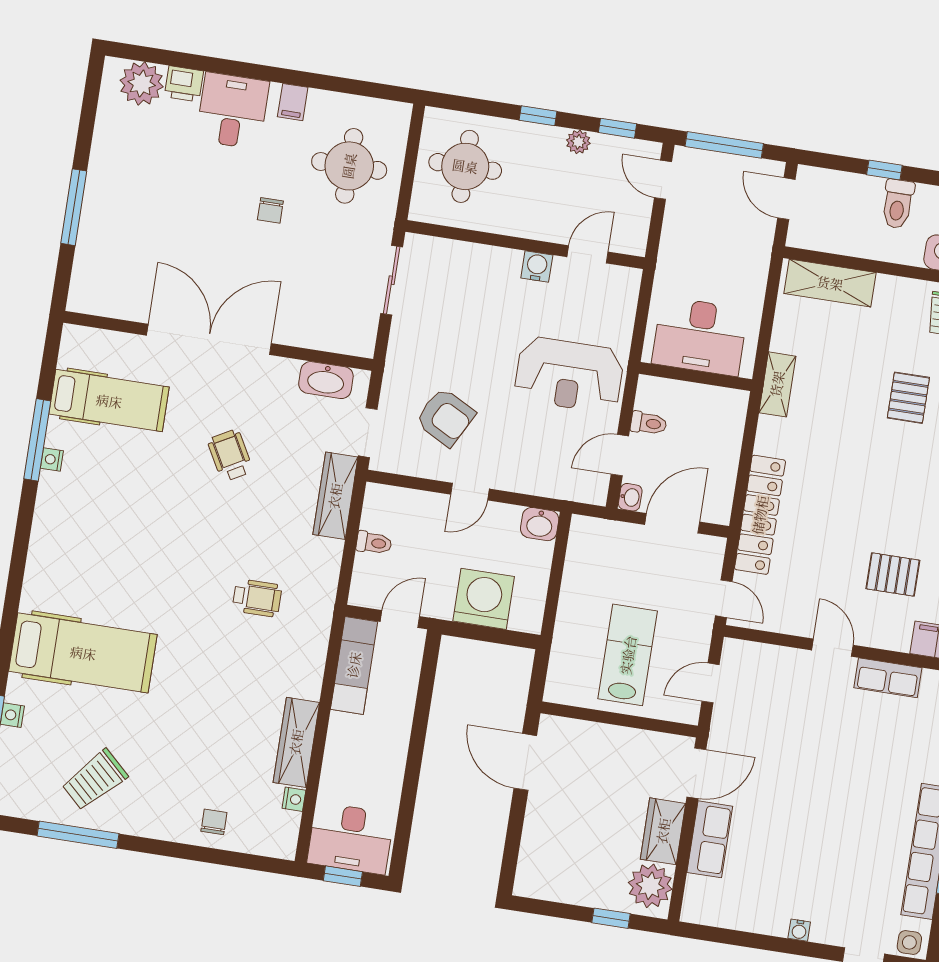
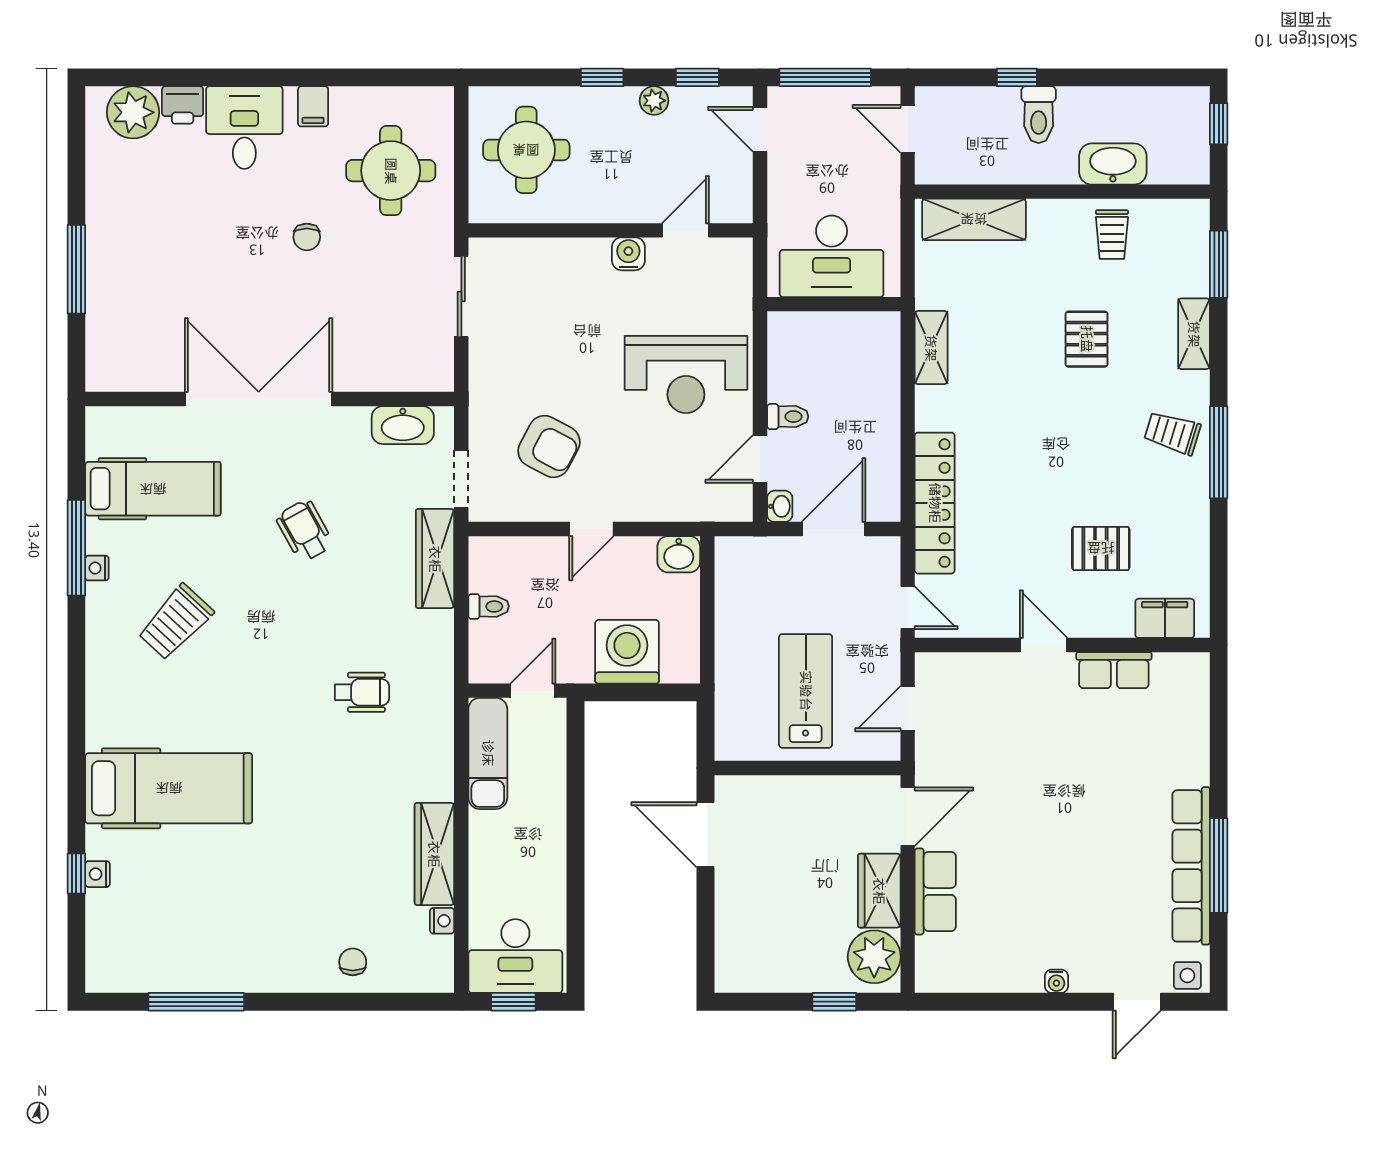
desk: (700, 336) -> (832, 256), moved
wall: (695, 376) -> (834, 304), moved
trolley: (95, 780) -> (176, 622), moved

